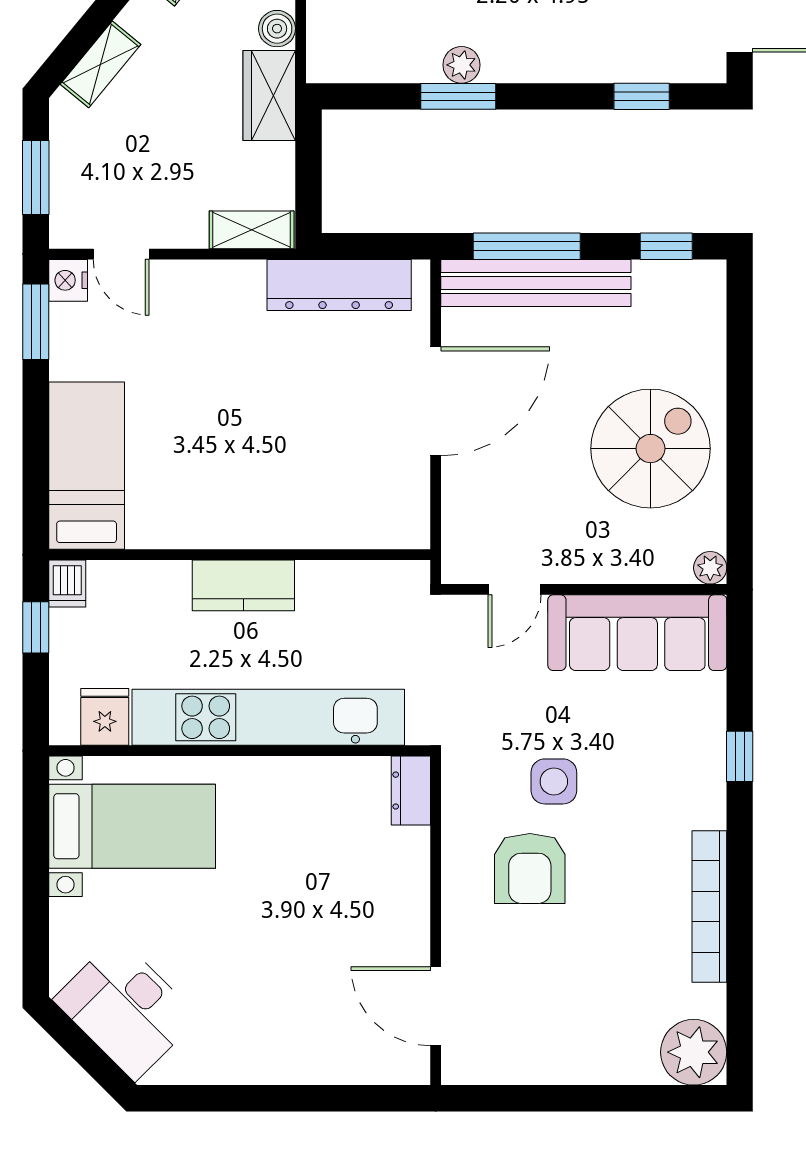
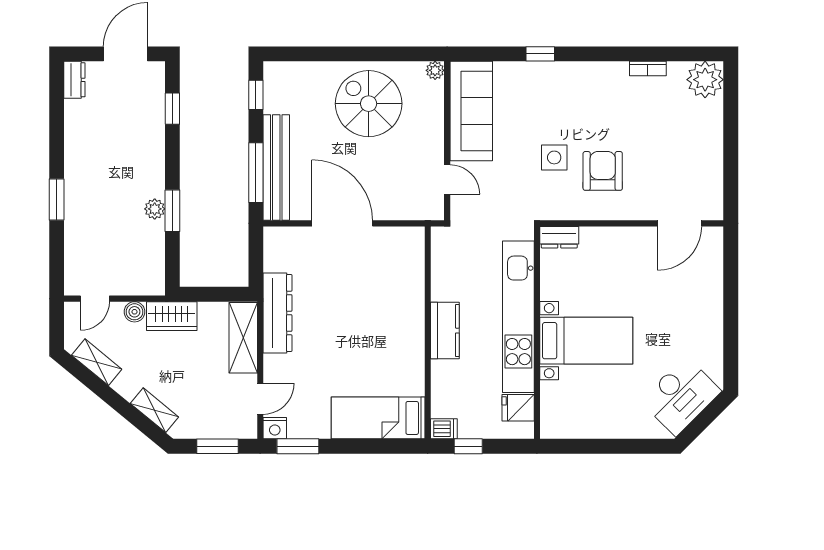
shelving: (252, 230) -> (243, 338), width x1.50, depth x1.33
dresser: (339, 285) -> (277, 313), moved
bed with nightstands: (132, 826) -> (586, 341), moved, turned 90
armchair: (530, 869) -> (603, 171), turned -90
bookcase: (709, 906) -> (648, 69), width x0.43, depth x0.76

